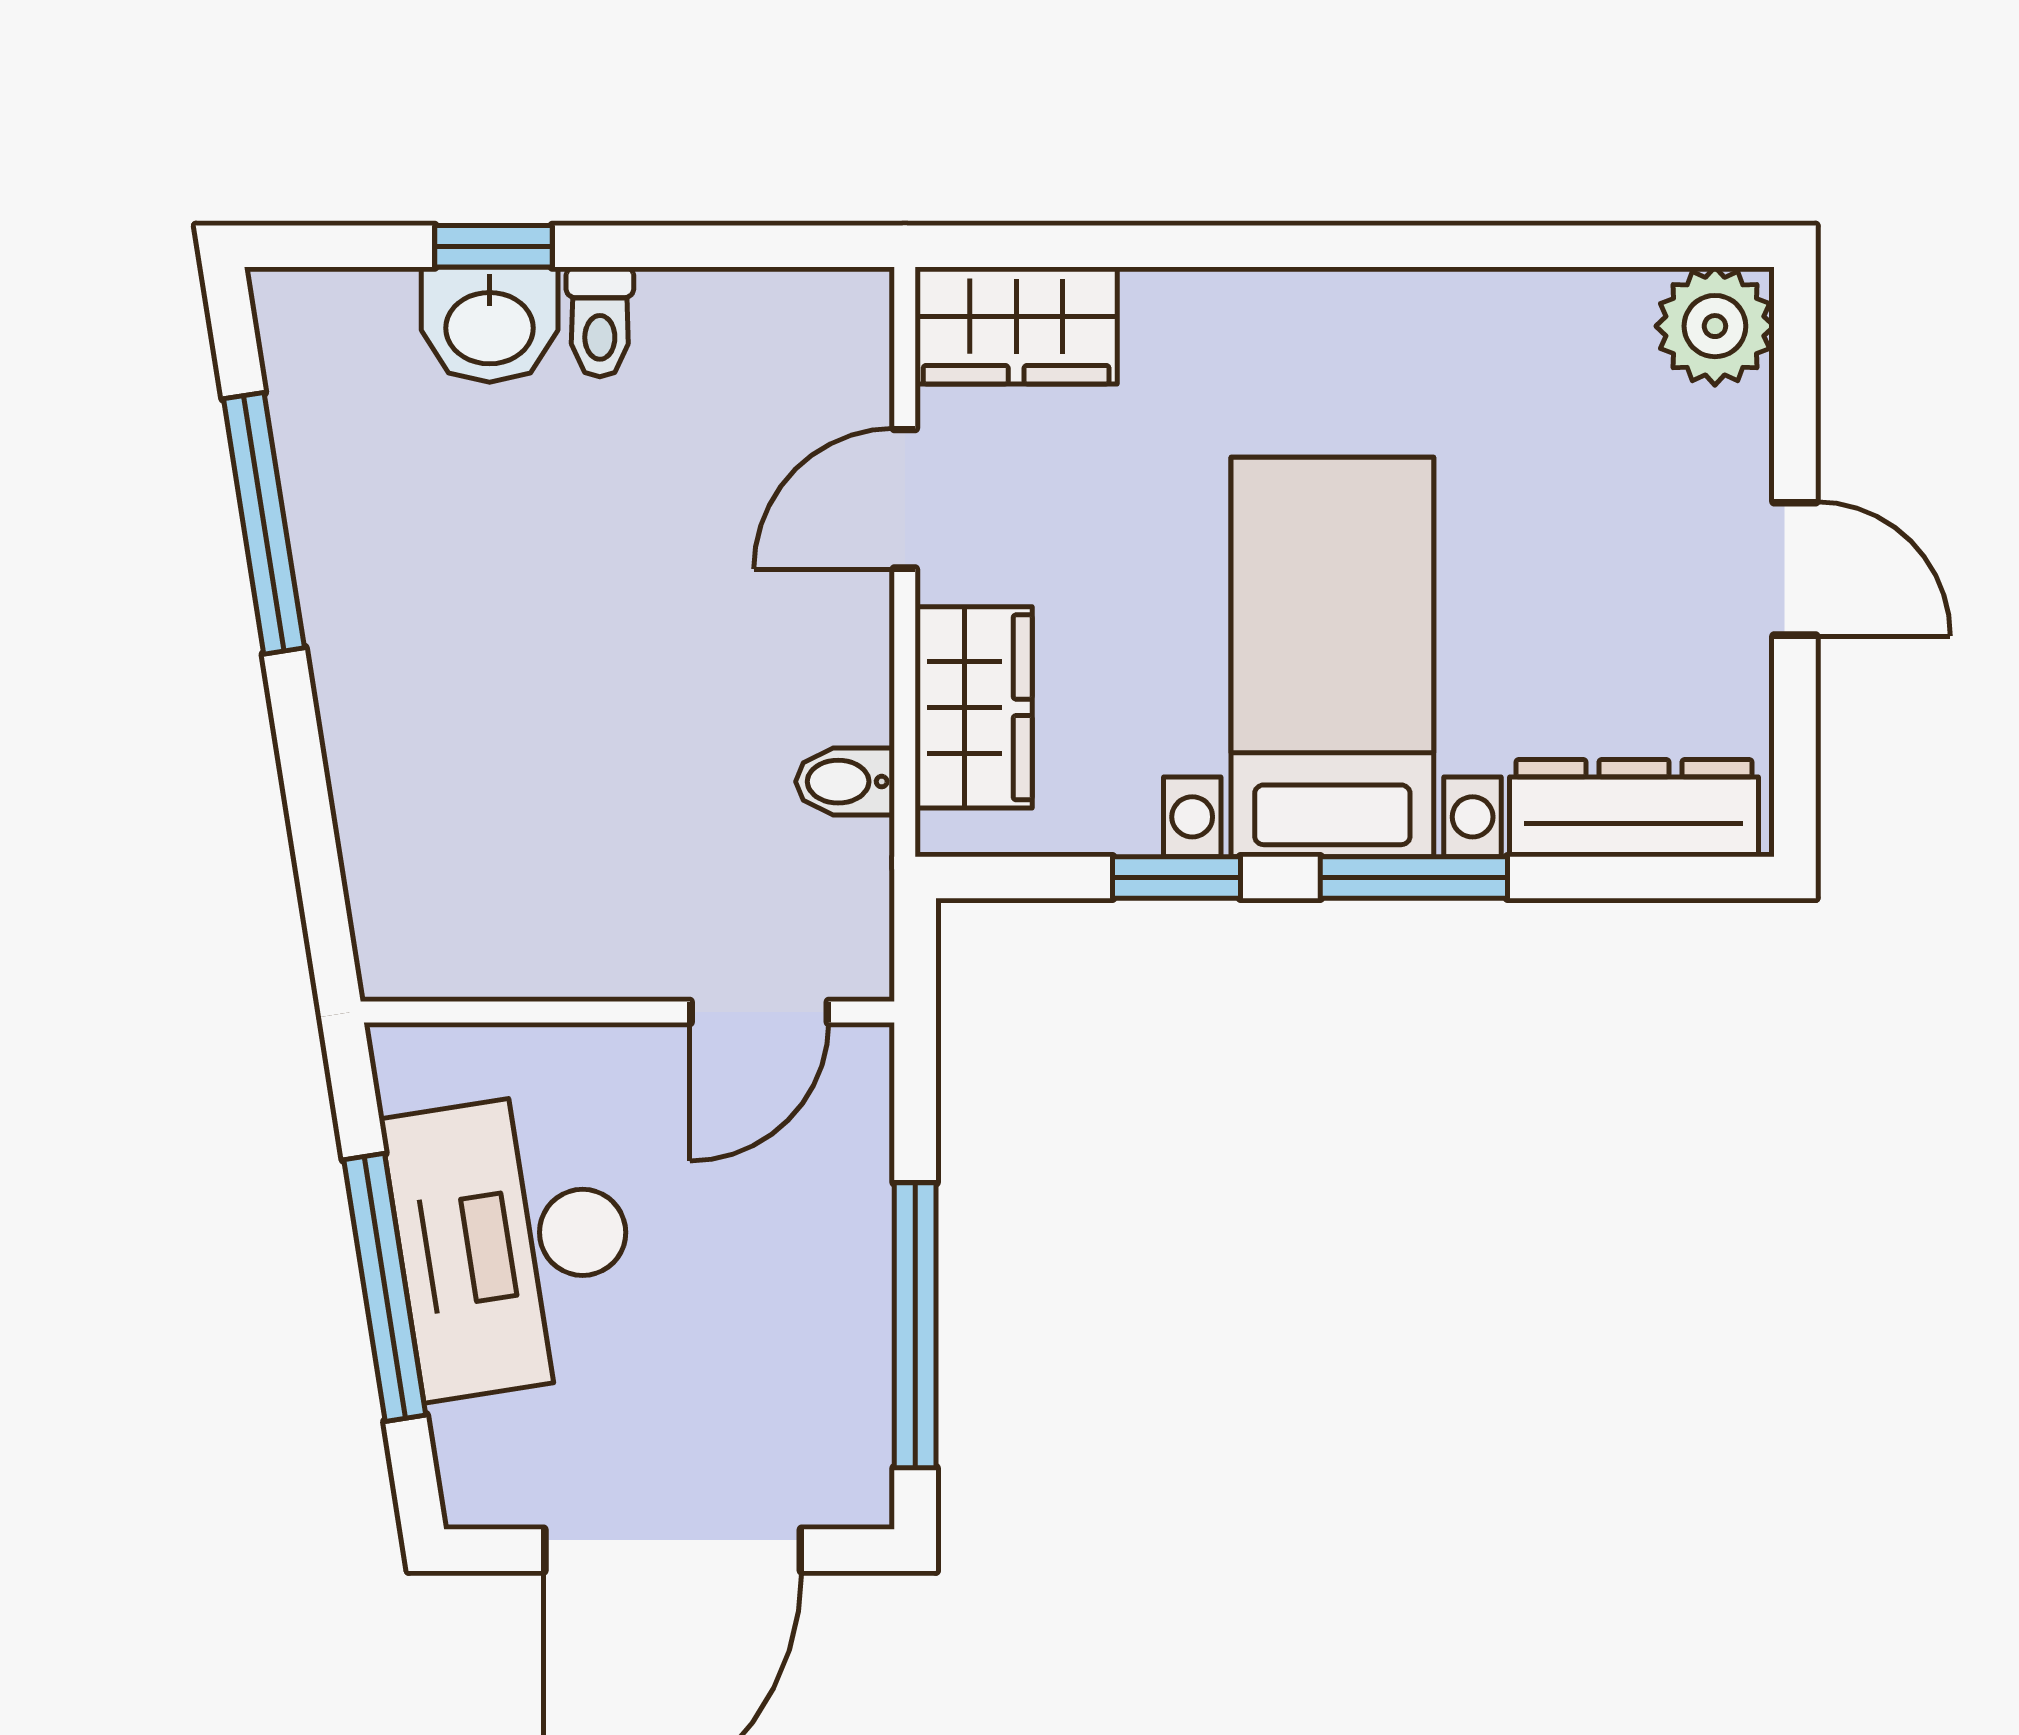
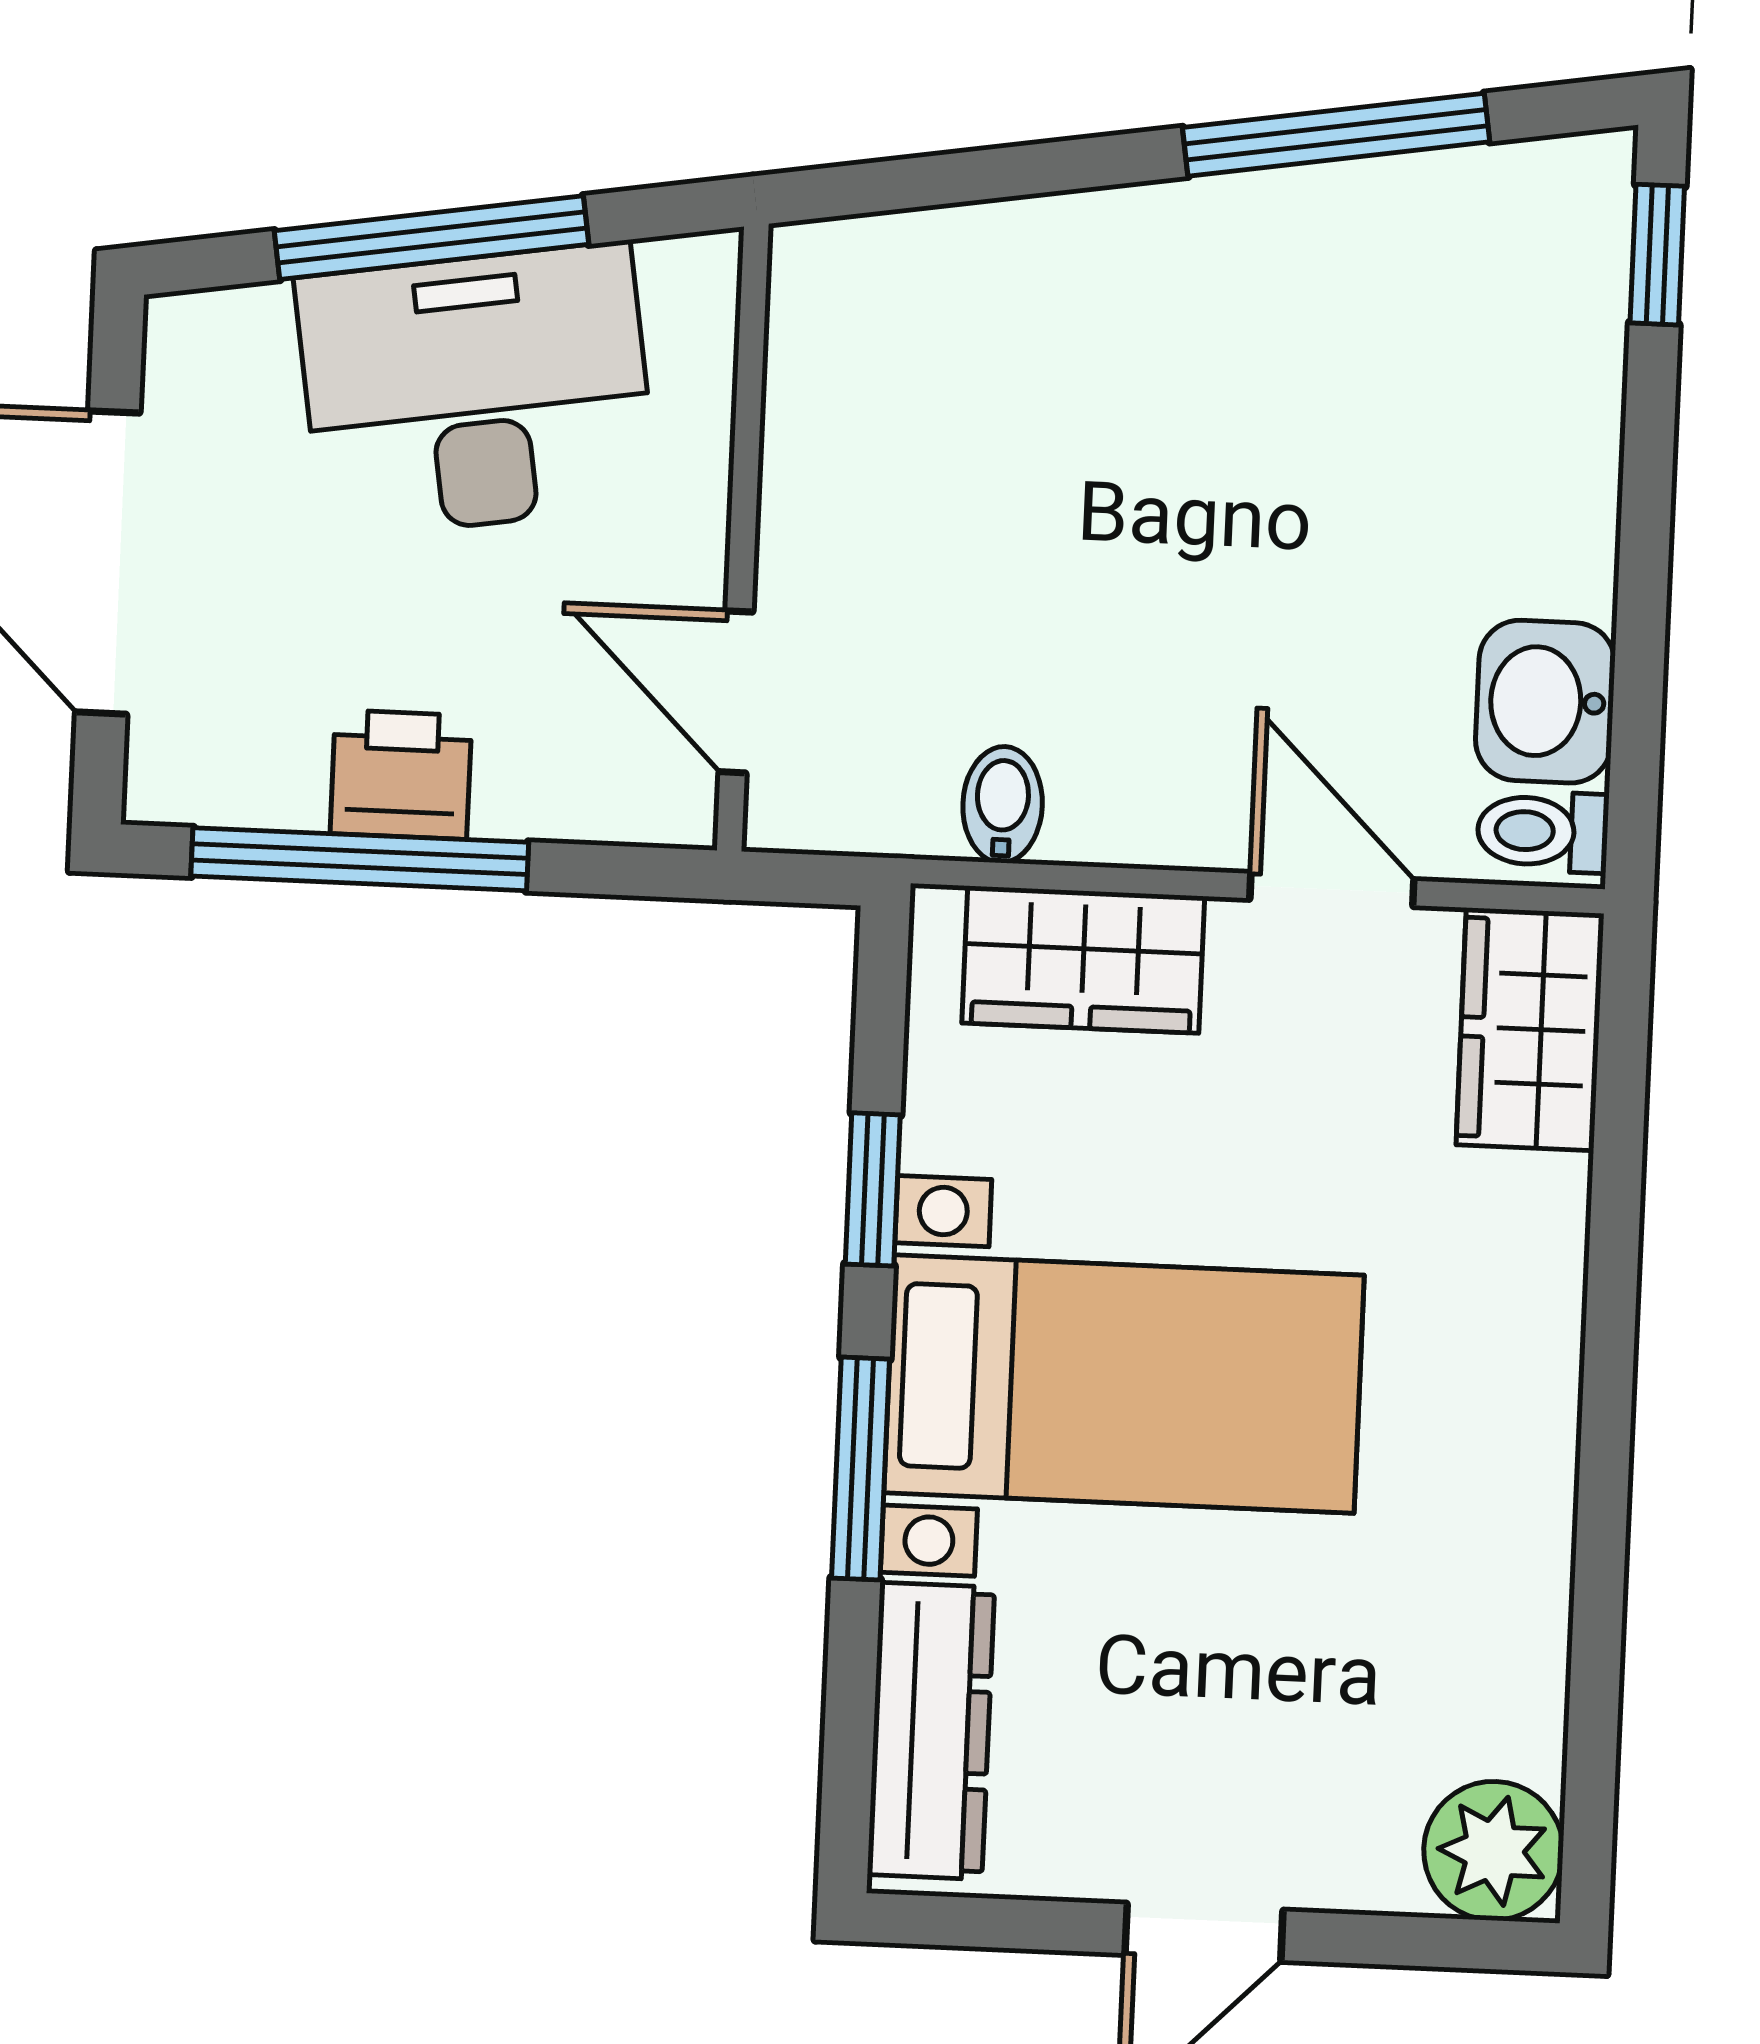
window: (494, 246) -> (1657, 255), moved
toilet: (600, 322) -> (1543, 831), moved
washbasin: (490, 325) -> (1545, 702), moved
printer: (842, 1293) -> (401, 775), added

